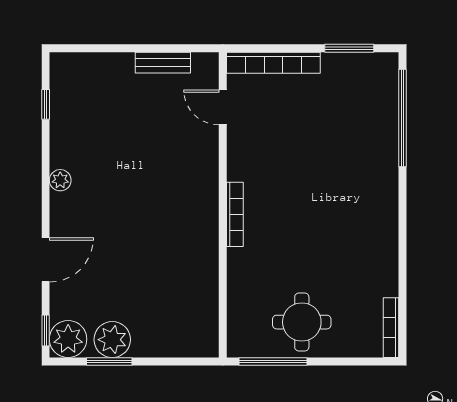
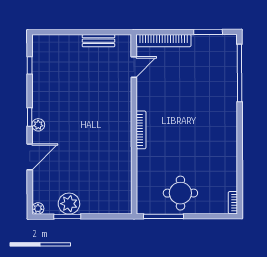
door: (223, 107) -> (134, 67), swing flipped
plant: (60, 180) -> (38, 125), moved
bookcase: (391, 328) -> (233, 203), width x0.64
window: (46, 330) -> (30, 117), moved
plant: (68, 339) -> (38, 208), width x0.53, depth x0.53

